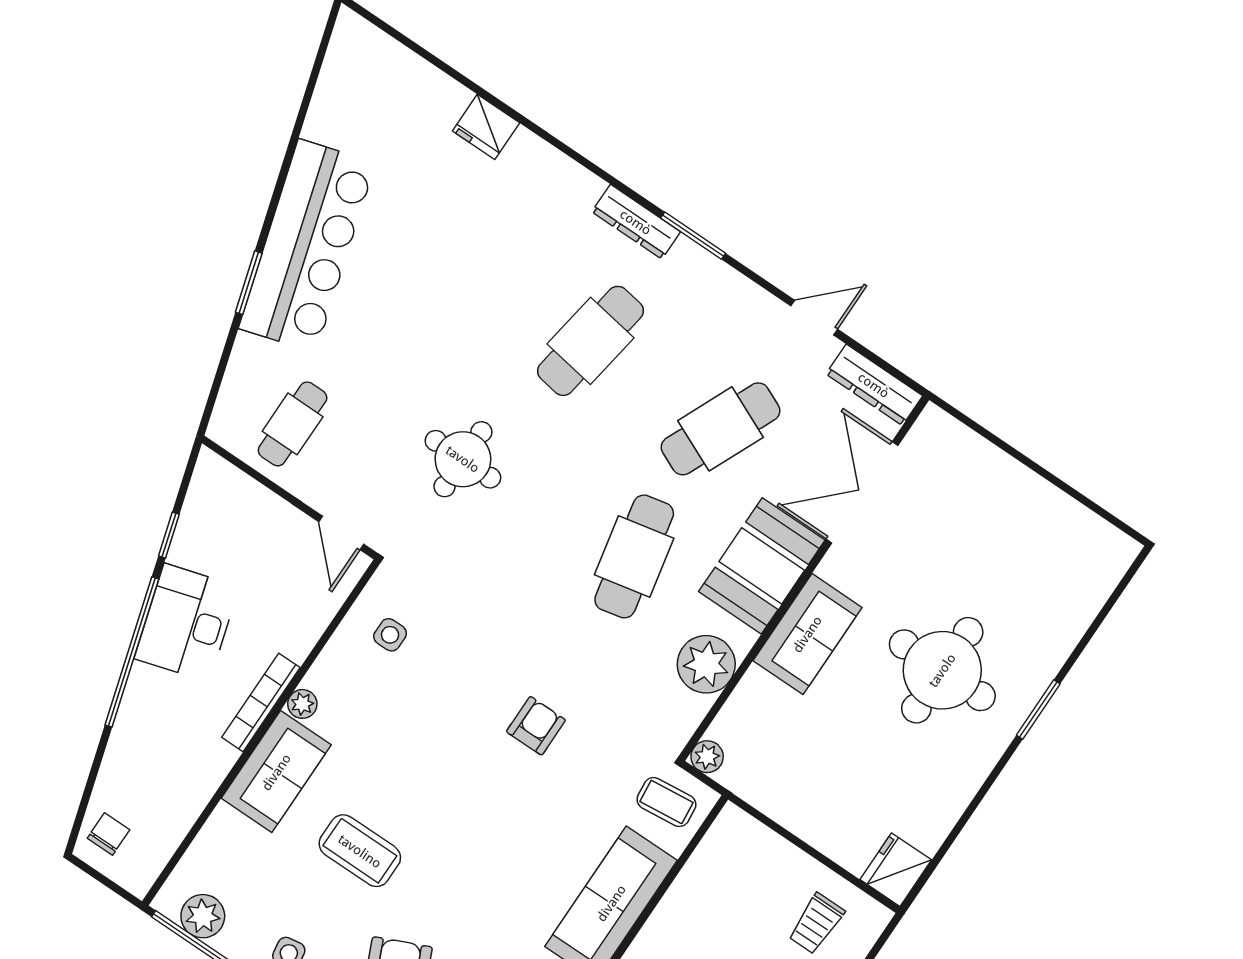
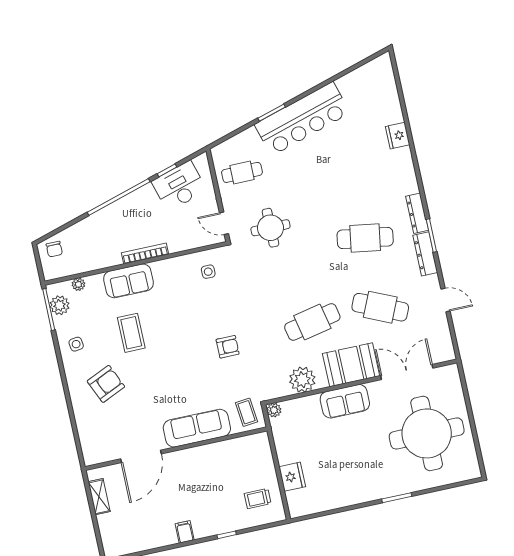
dresser: (874, 385) -> (425, 254), moved
round table: (463, 459) -> (270, 228), moved
door: (341, 533) -> (224, 223), hinge flipped
desk: (187, 623) -> (179, 186), moved
round table: (942, 670) -> (427, 433), moved, width x1.36, depth x1.36
plant: (302, 704) -> (78, 284), moved
chair: (108, 834) -> (54, 249), turned 90
fridge: (896, 870) -> (292, 477), moved, turned 90

